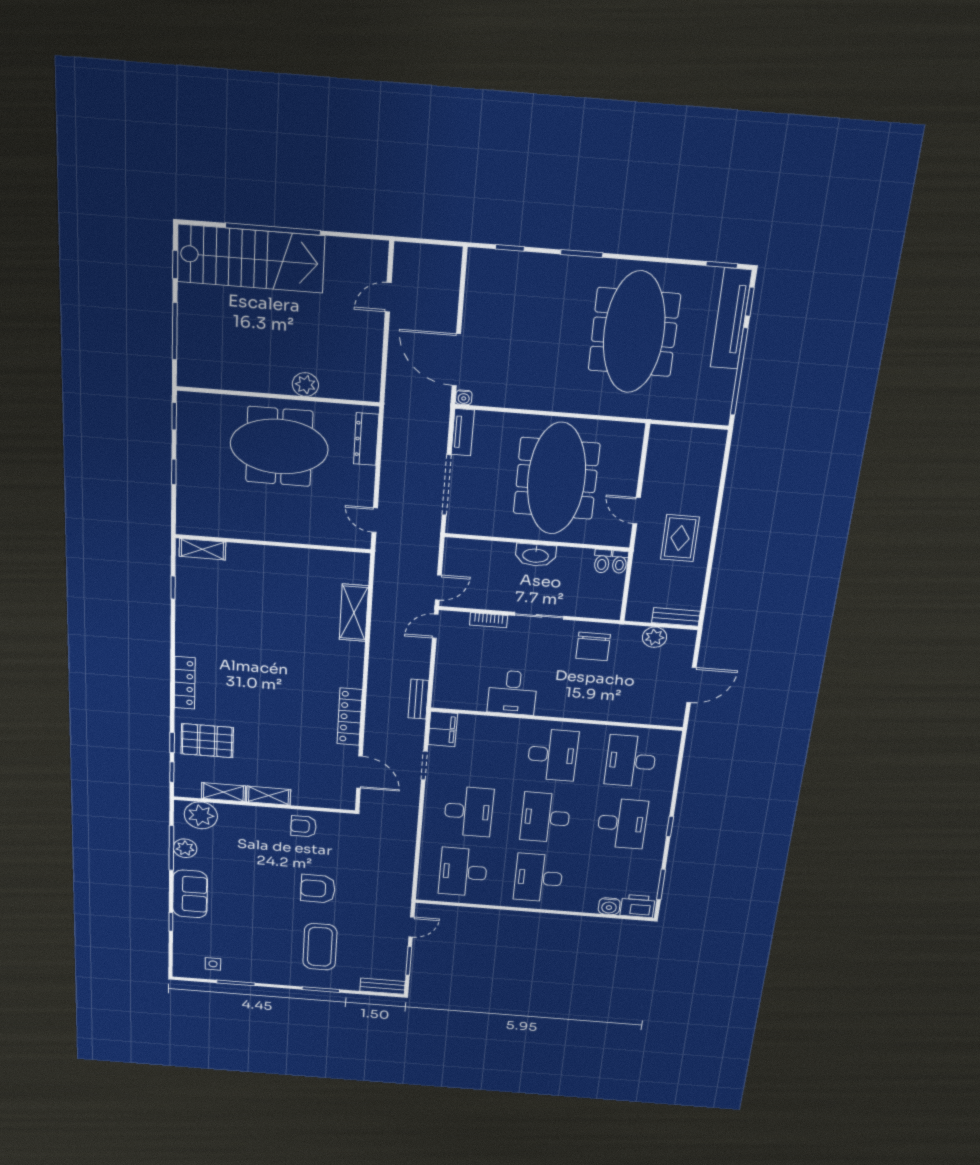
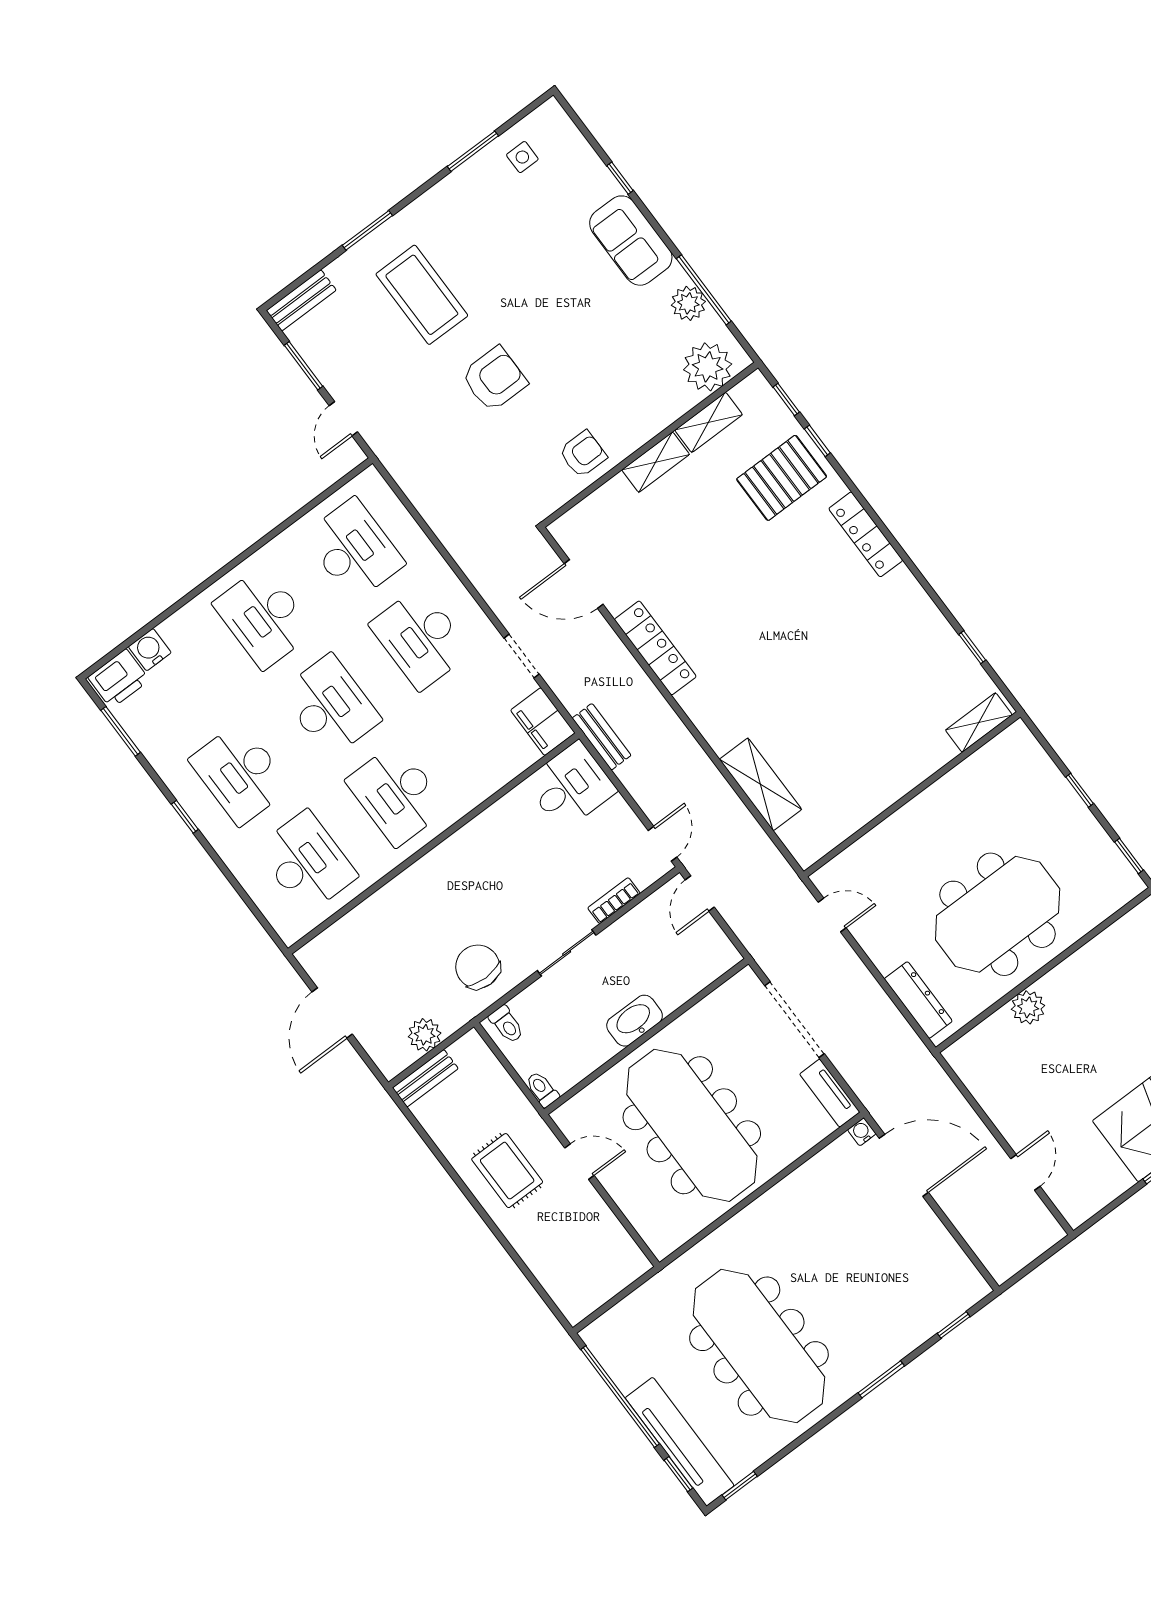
toilet: (602, 561) -> (506, 1024), moved, turned 180
desk: (512, 693) -> (570, 786), moved, turned 90
desk: (538, 878) -> (264, 617), turned 180

